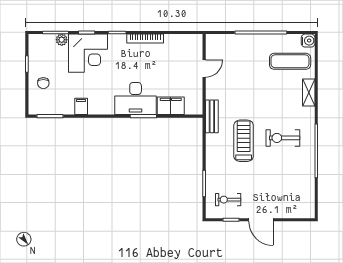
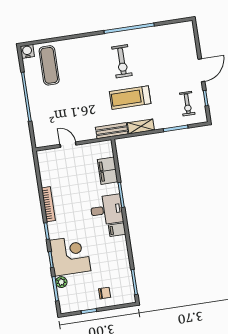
shelving: (309, 92) -> (141, 126), moved
desk: (136, 99) -> (107, 210), width x0.73
filing cabinet: (81, 106) -> (117, 230), moved

